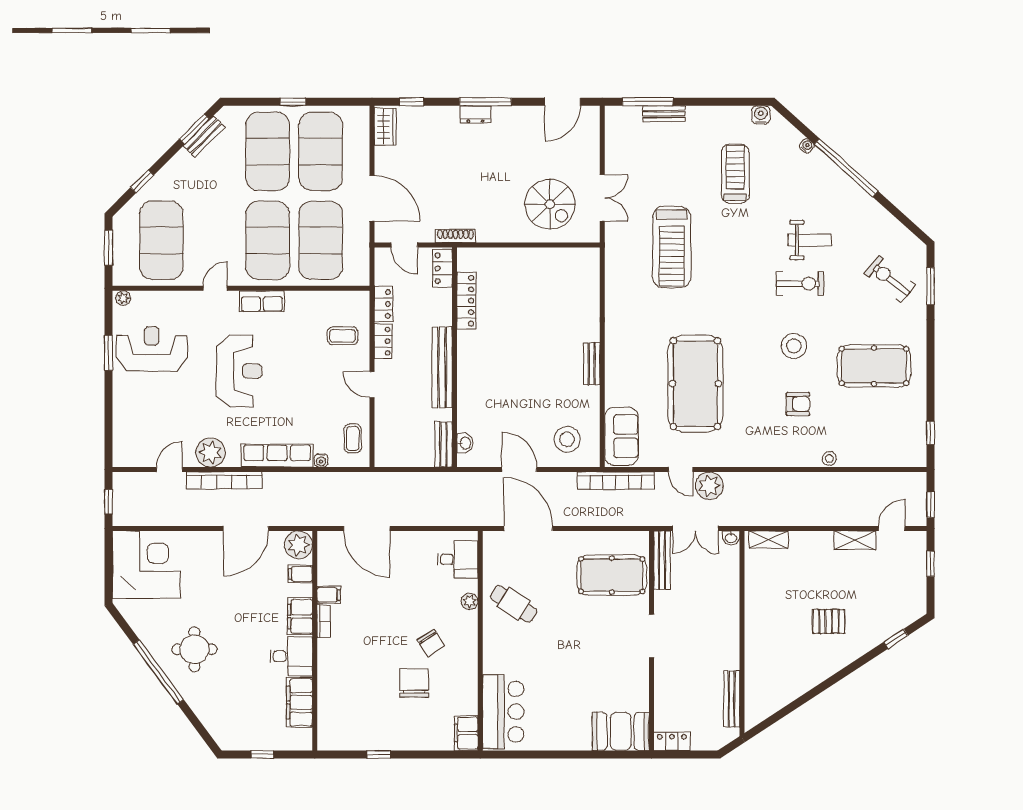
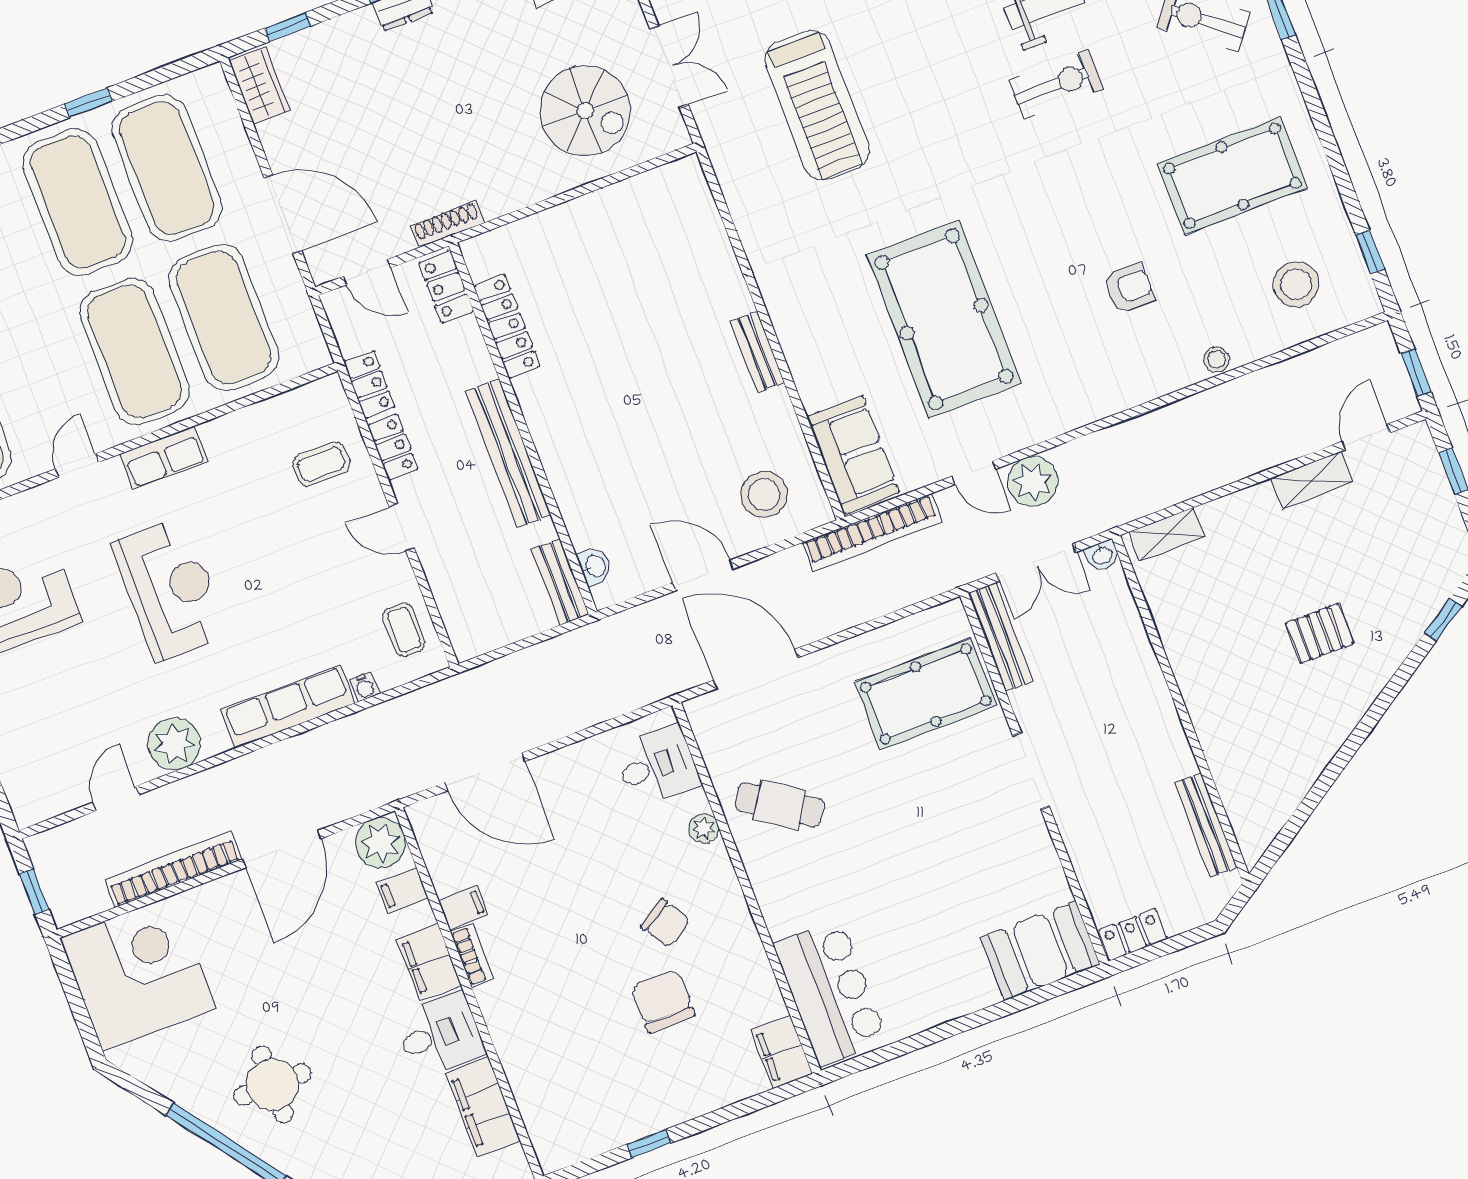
stool: (794, 346) -> (1296, 284), moved
bookcase: (224, 480) -> (173, 869), moved, turned 180

